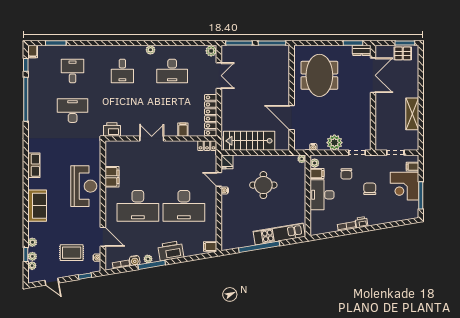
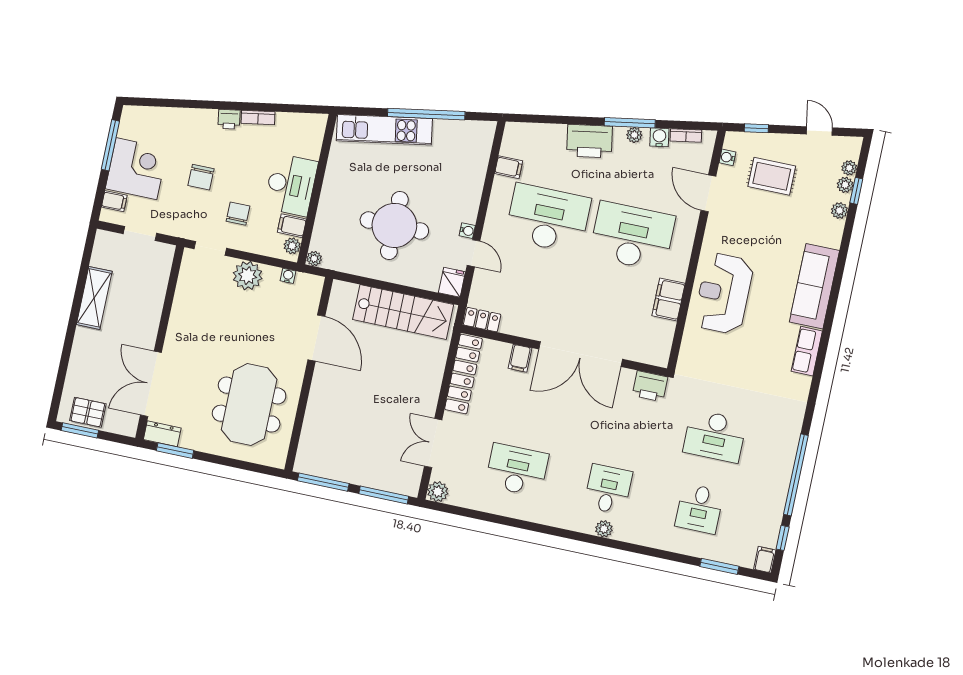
plant: (150, 50) -> (604, 529), moved
double door: (152, 138) -> (581, 354), width x1.87
round table: (263, 185) -> (394, 225), width x1.36, depth x1.36
sofa: (37, 206) -> (814, 286), width x1.36
filing cabinet: (210, 246) -> (509, 167), moved

